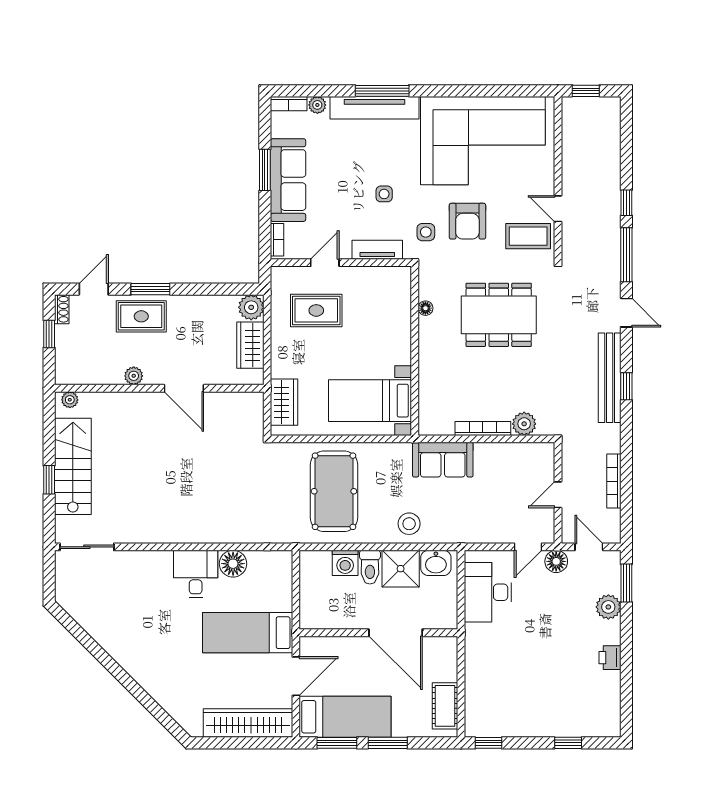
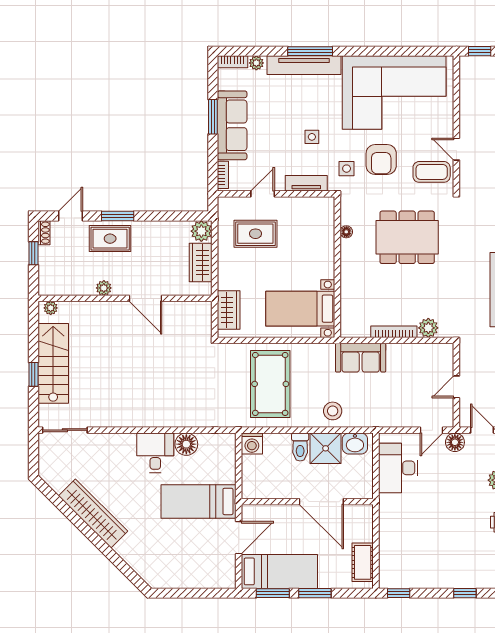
washing machine: (345, 563) -> (252, 443), moved
wardrobe: (248, 723) -> (93, 513), moved, turned 45

